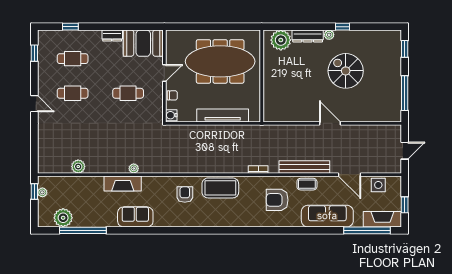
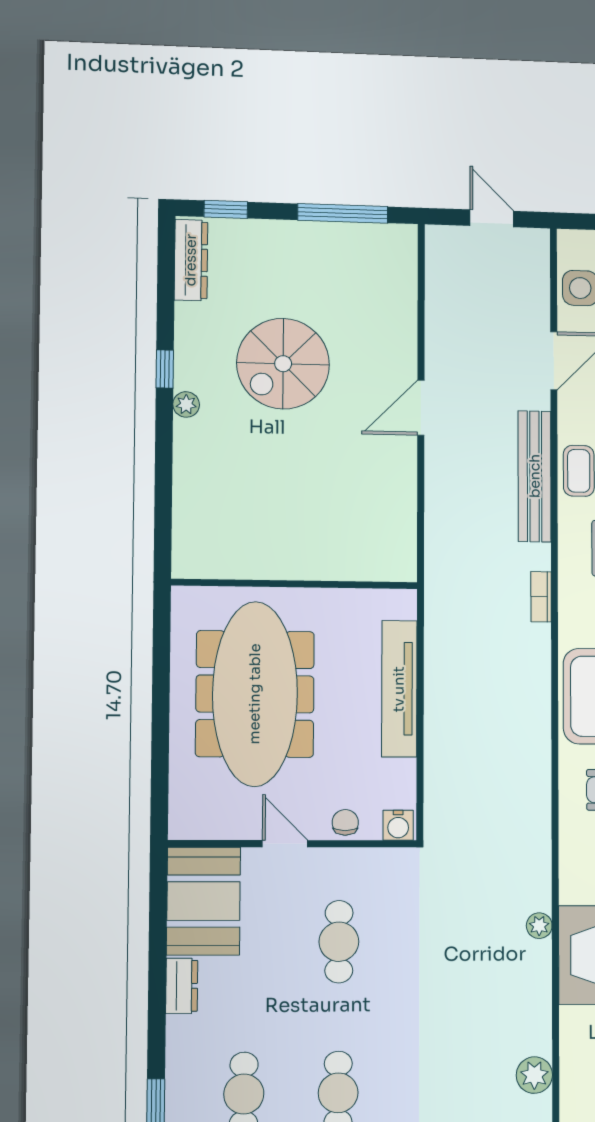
dresser: (308, 36) -> (191, 260), moved
plant: (281, 40) -> (199, 532), removed

